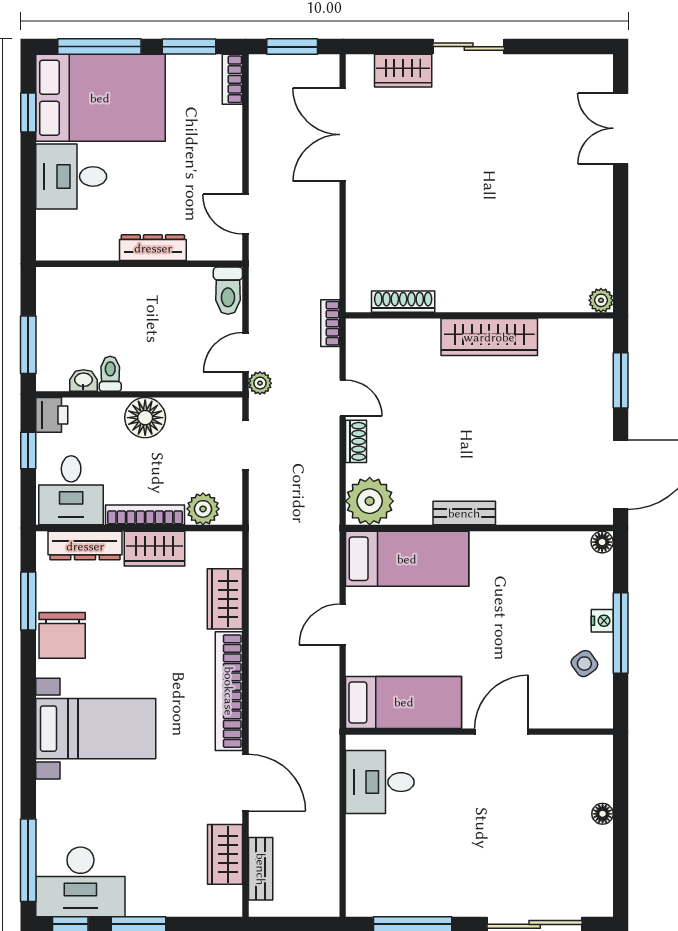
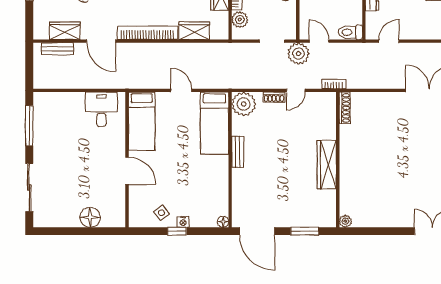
shoe rack: (403, 302) -> (345, 108), moved
plant: (260, 383) -> (298, 54), width x1.88, depth x1.88
window: (621, 633) -> (177, 231), width x0.46
door: (246, 783) -> (101, 41), hinge flipped
floor lamp: (603, 814) -> (90, 217), width x1.89, depth x1.89

